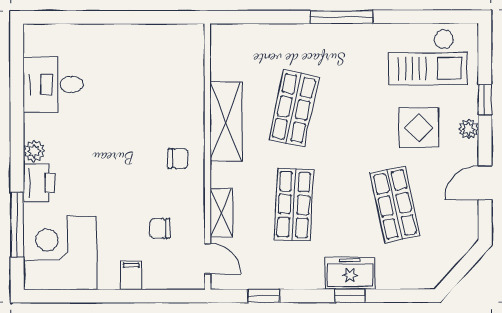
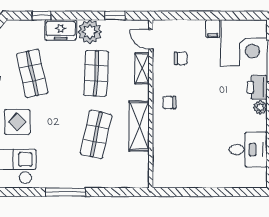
plant: (304, 270) -> (90, 32), added
filing cabinet: (131, 275) -> (213, 29), moved
window: (350, 296) -> (42, 16), moved

